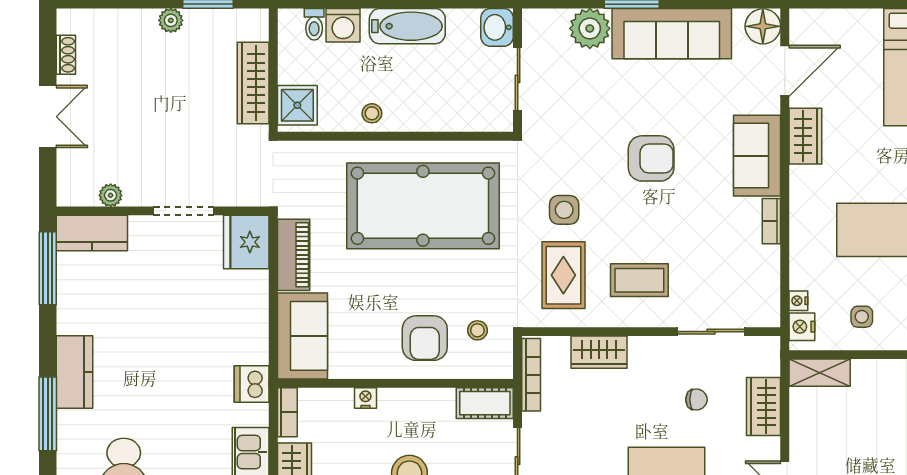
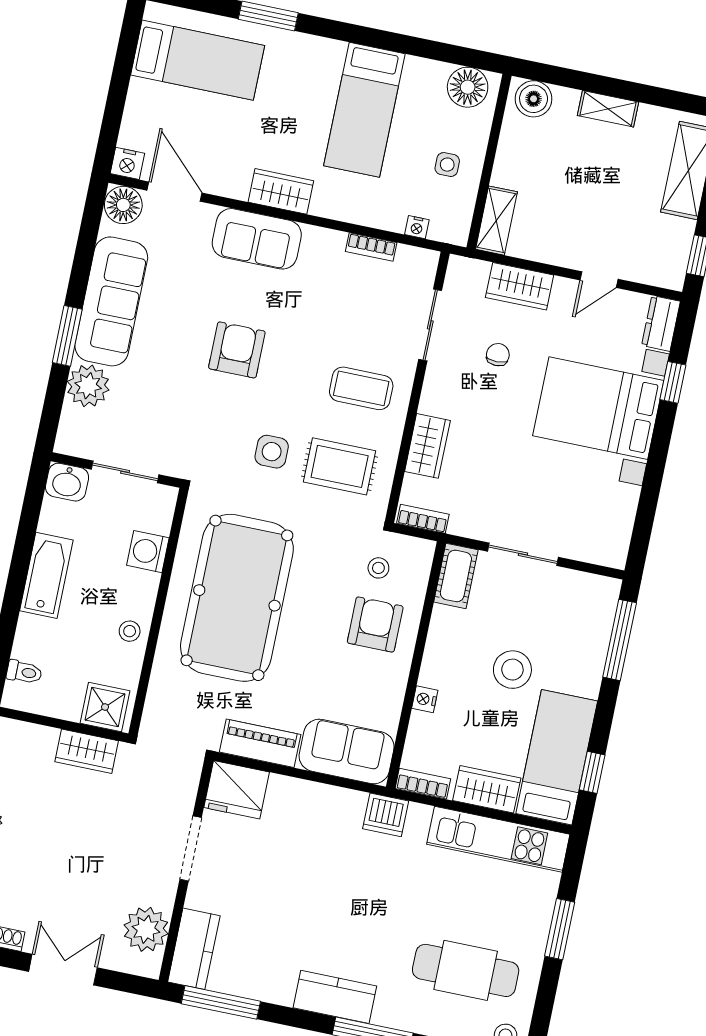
washing machine: (343, 25) -> (148, 552), moved, turned 180
wardrobe: (253, 83) -> (87, 751), width x0.67
wardrobe: (805, 136) -> (281, 191), moved
plant: (111, 195) -> (146, 929), width x1.88, depth x1.88
bookcase: (771, 221) -> (371, 247), moved
coffee table: (639, 280) -> (361, 388), turned 90
nightstand: (802, 327) -> (127, 163), moved
armchair: (425, 338) -> (375, 625), turned -90
bookcase: (531, 375) -> (423, 519), width x0.64

